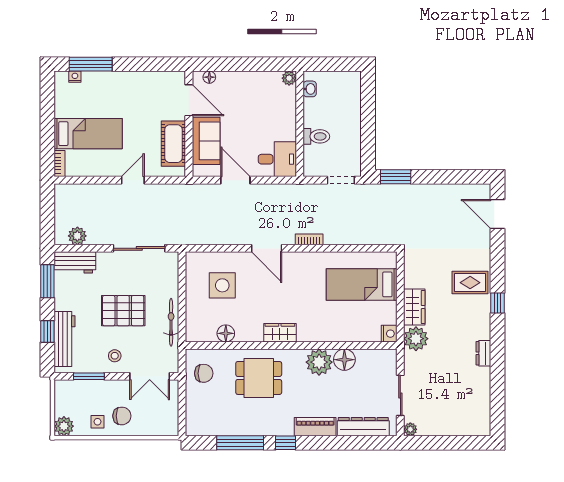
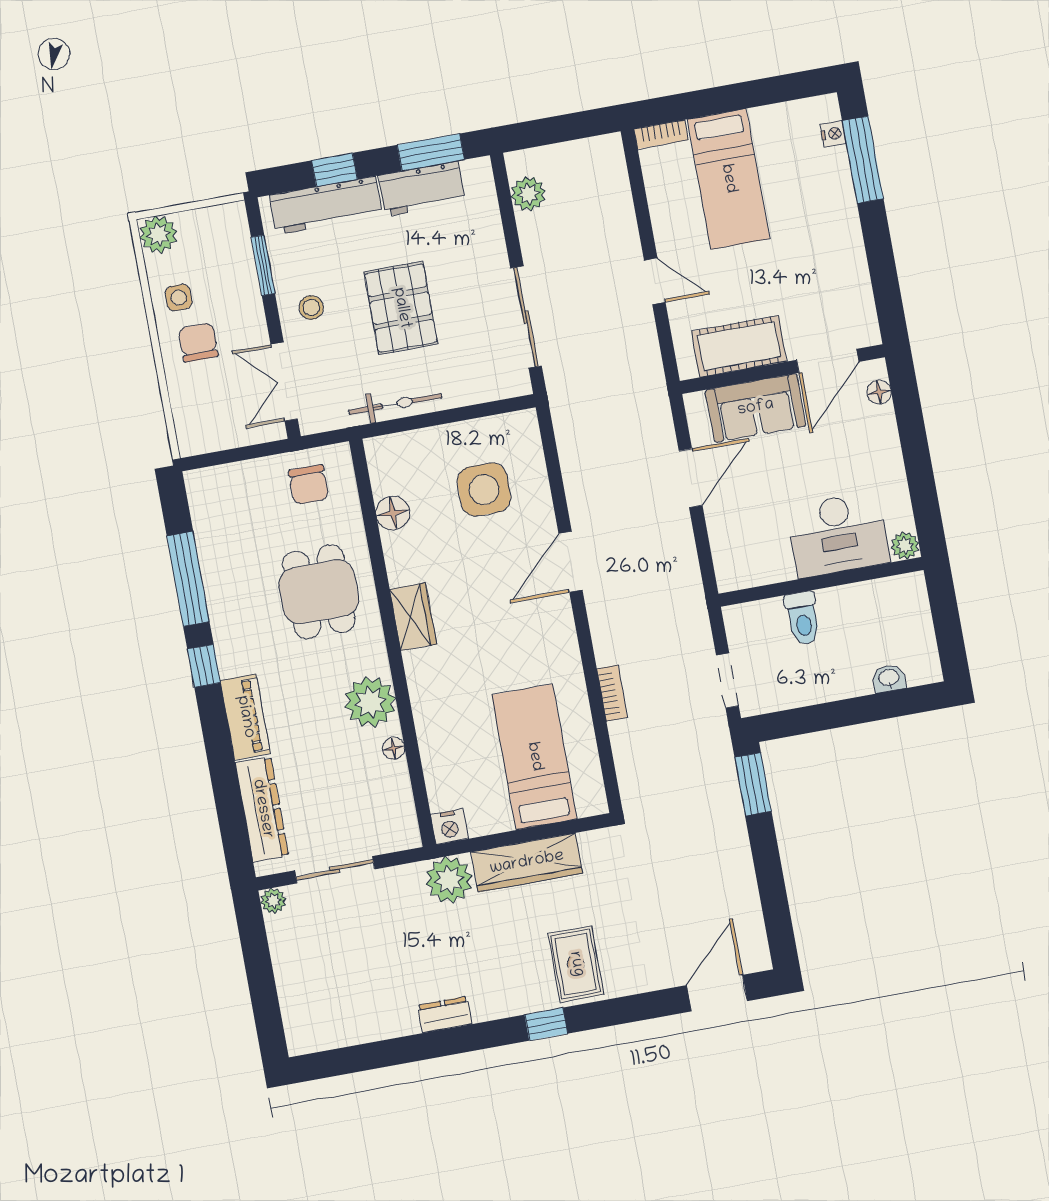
washbasin: (310, 89) -> (889, 678), moved, turned 180
desk: (277, 159) -> (838, 534), moved, width x1.37
bookcase: (309, 239) -> (612, 693), moved
workbench: (75, 262) -> (422, 189), moved, turned -90
wardrobe: (414, 307) -> (527, 863), width x1.50
floor lamp: (344, 360) -> (394, 748), width x0.53, depth x0.53
chair: (122, 416) -> (198, 342), turned 180

